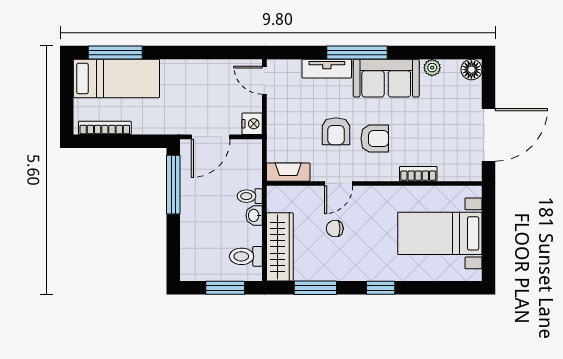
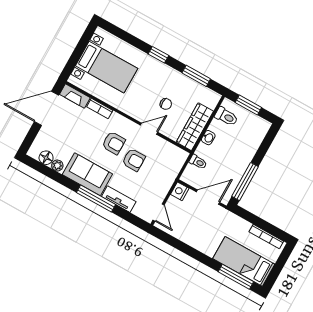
floor lamp: (471, 70) -> (46, 158), moved
armchair: (336, 131) -> (134, 160), turned 90
armchair: (375, 139) -> (114, 143), turned 180
fireplace: (288, 172) -> (75, 96), moved
toilet: (250, 196) -> (198, 162), moved
wardrobe: (280, 247) -> (195, 127), moved

